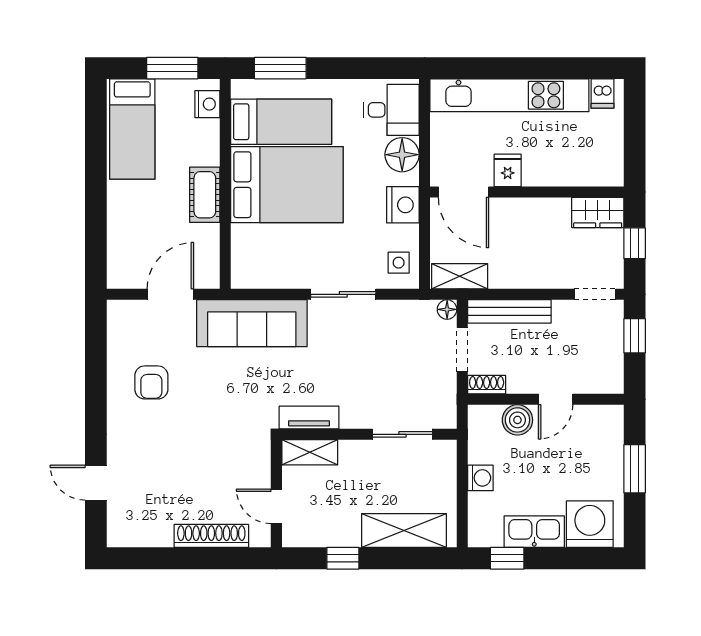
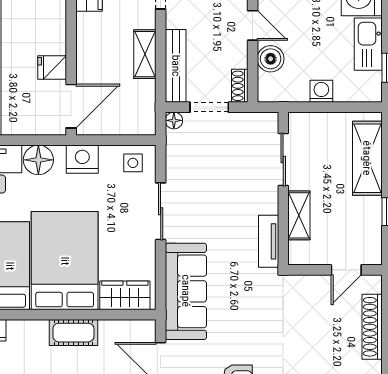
wardrobe: (247, 253) -> (125, 295), added
shelving: (460, 276) -> (145, 54), moved
shelving: (310, 452) -> (299, 215), moved

